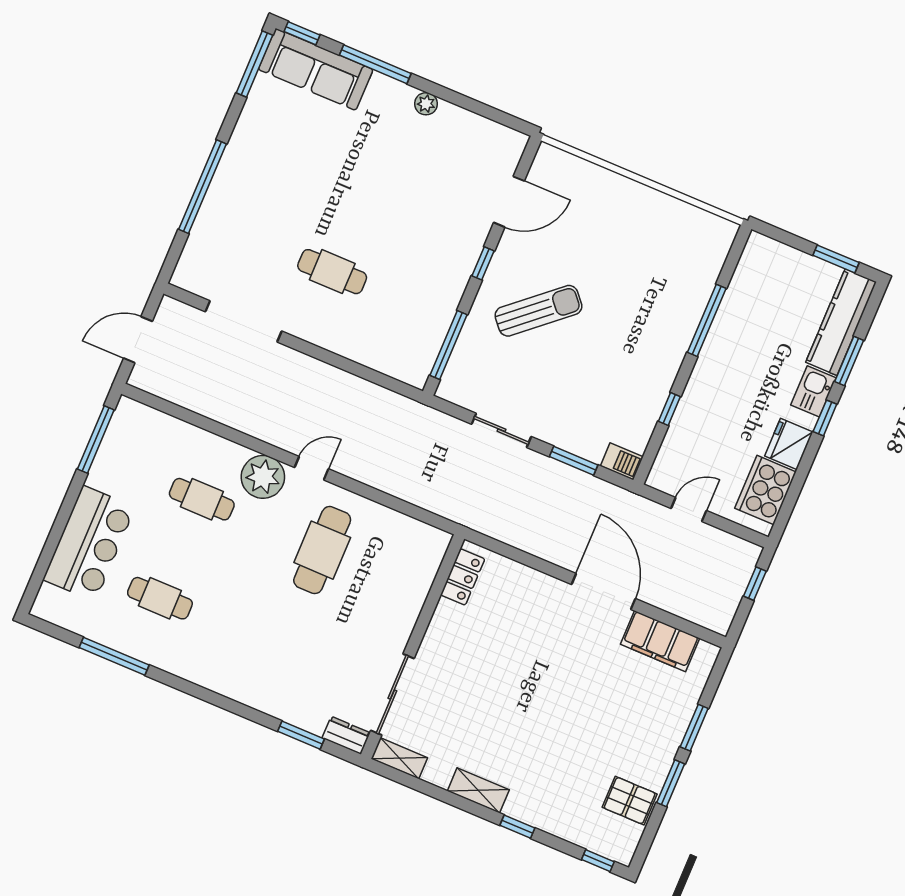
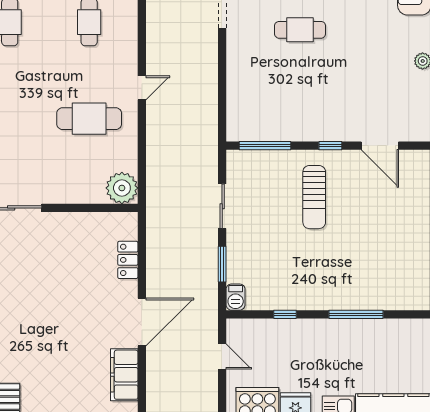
cafe table: (332, 272) -> (300, 30), moved, turned 90
sun lounger: (538, 311) -> (314, 197), turned 41
door: (312, 468) -> (142, 88), hinge flipped
plant: (263, 477) -> (122, 188), moved
locker: (463, 577) -> (128, 260), moved, turned 90

